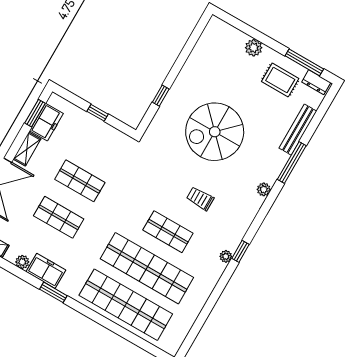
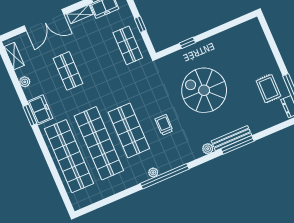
plant: (254, 48) -> (267, 56), removed
bench: (298, 130) -> (231, 138), moved
shop shelf: (80, 181) -> (128, 45), moved
shop shelf: (168, 232) -> (129, 130), width x1.43, depth x1.36
window: (240, 251) -> (165, 176), width x3.17
freezer: (46, 271) -> (40, 110), moved

